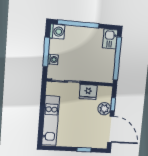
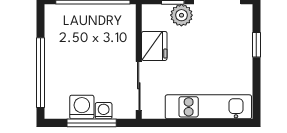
washing machine: (57, 32) -> (82, 107), moved
kitchen sink: (110, 39) -> (61, 16), removed

